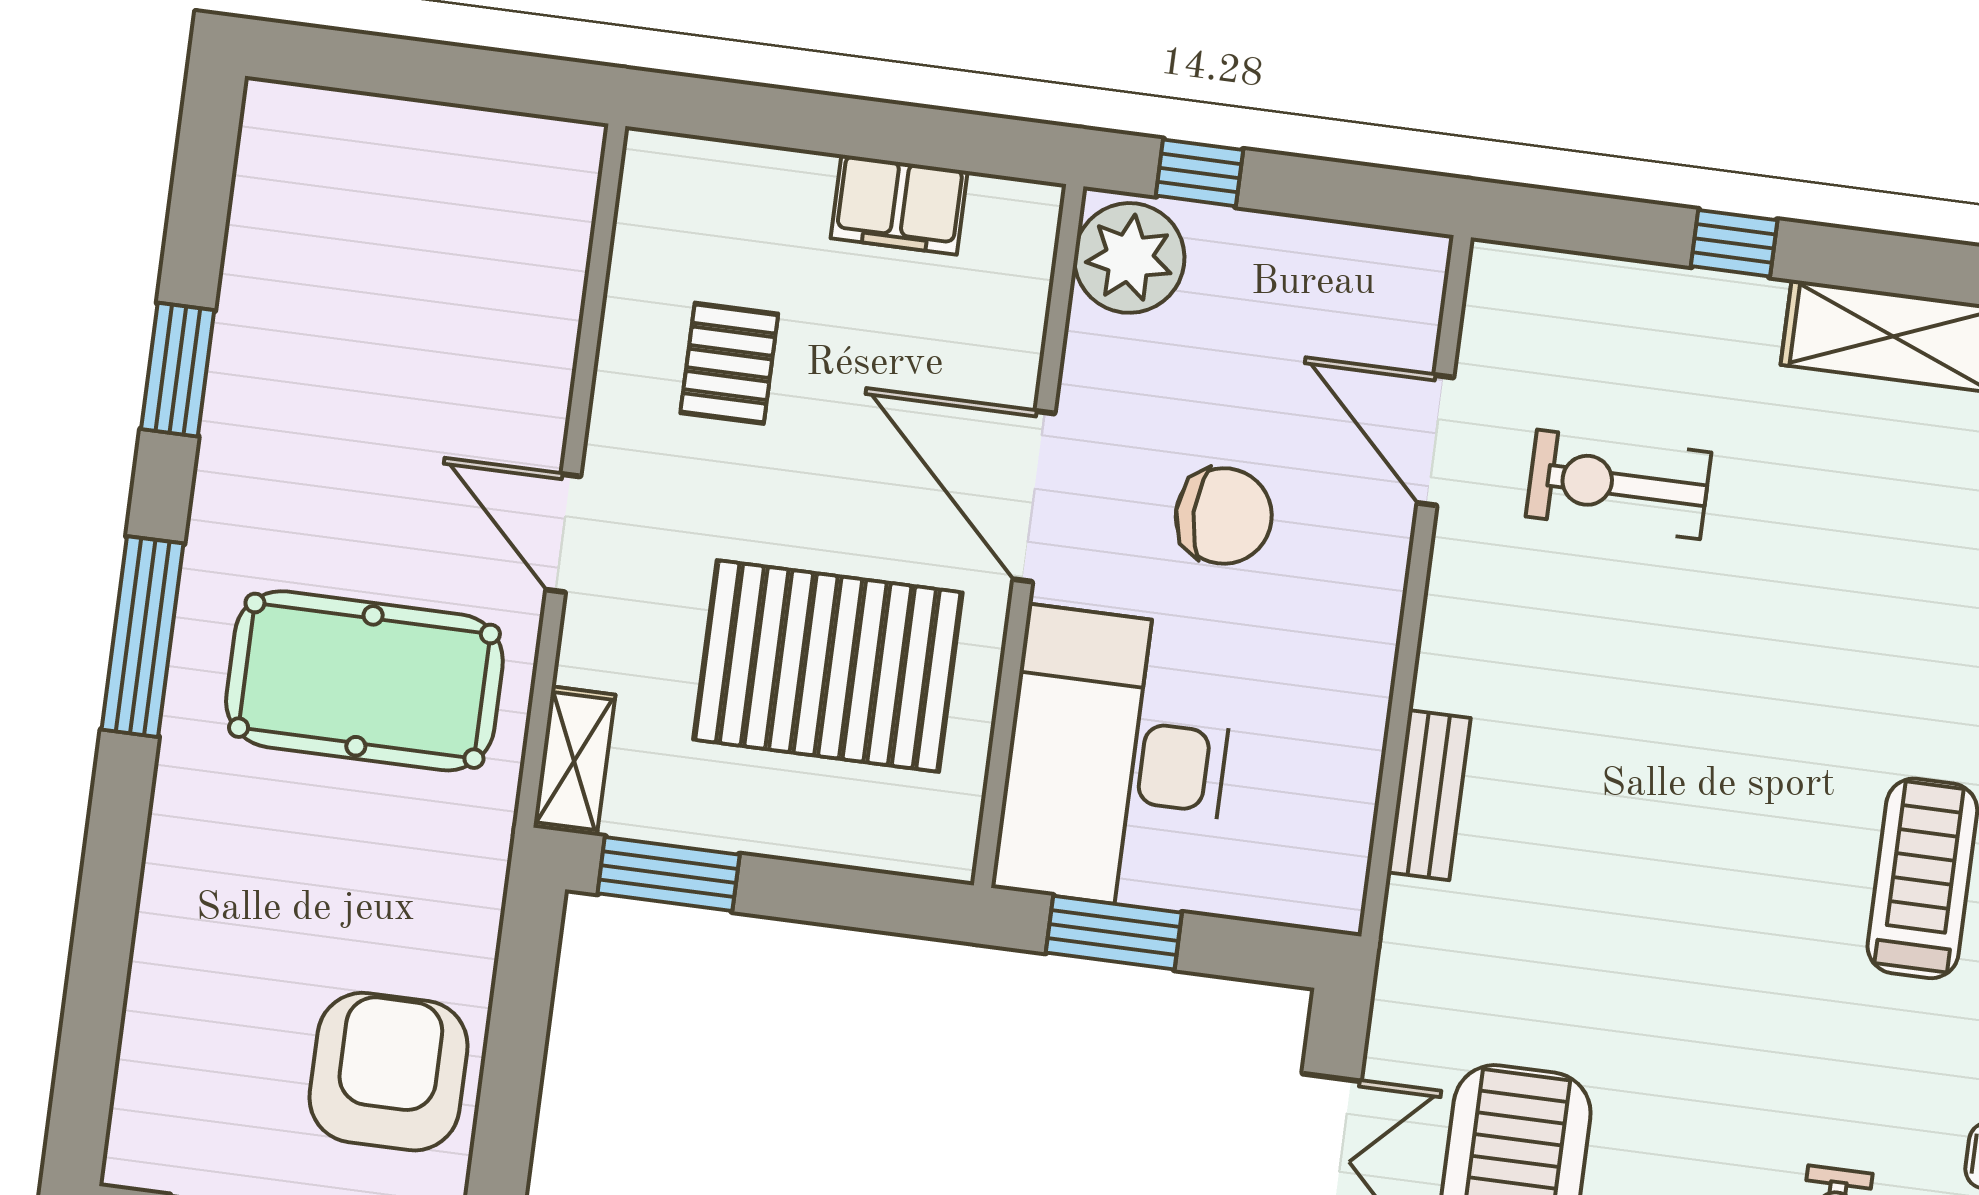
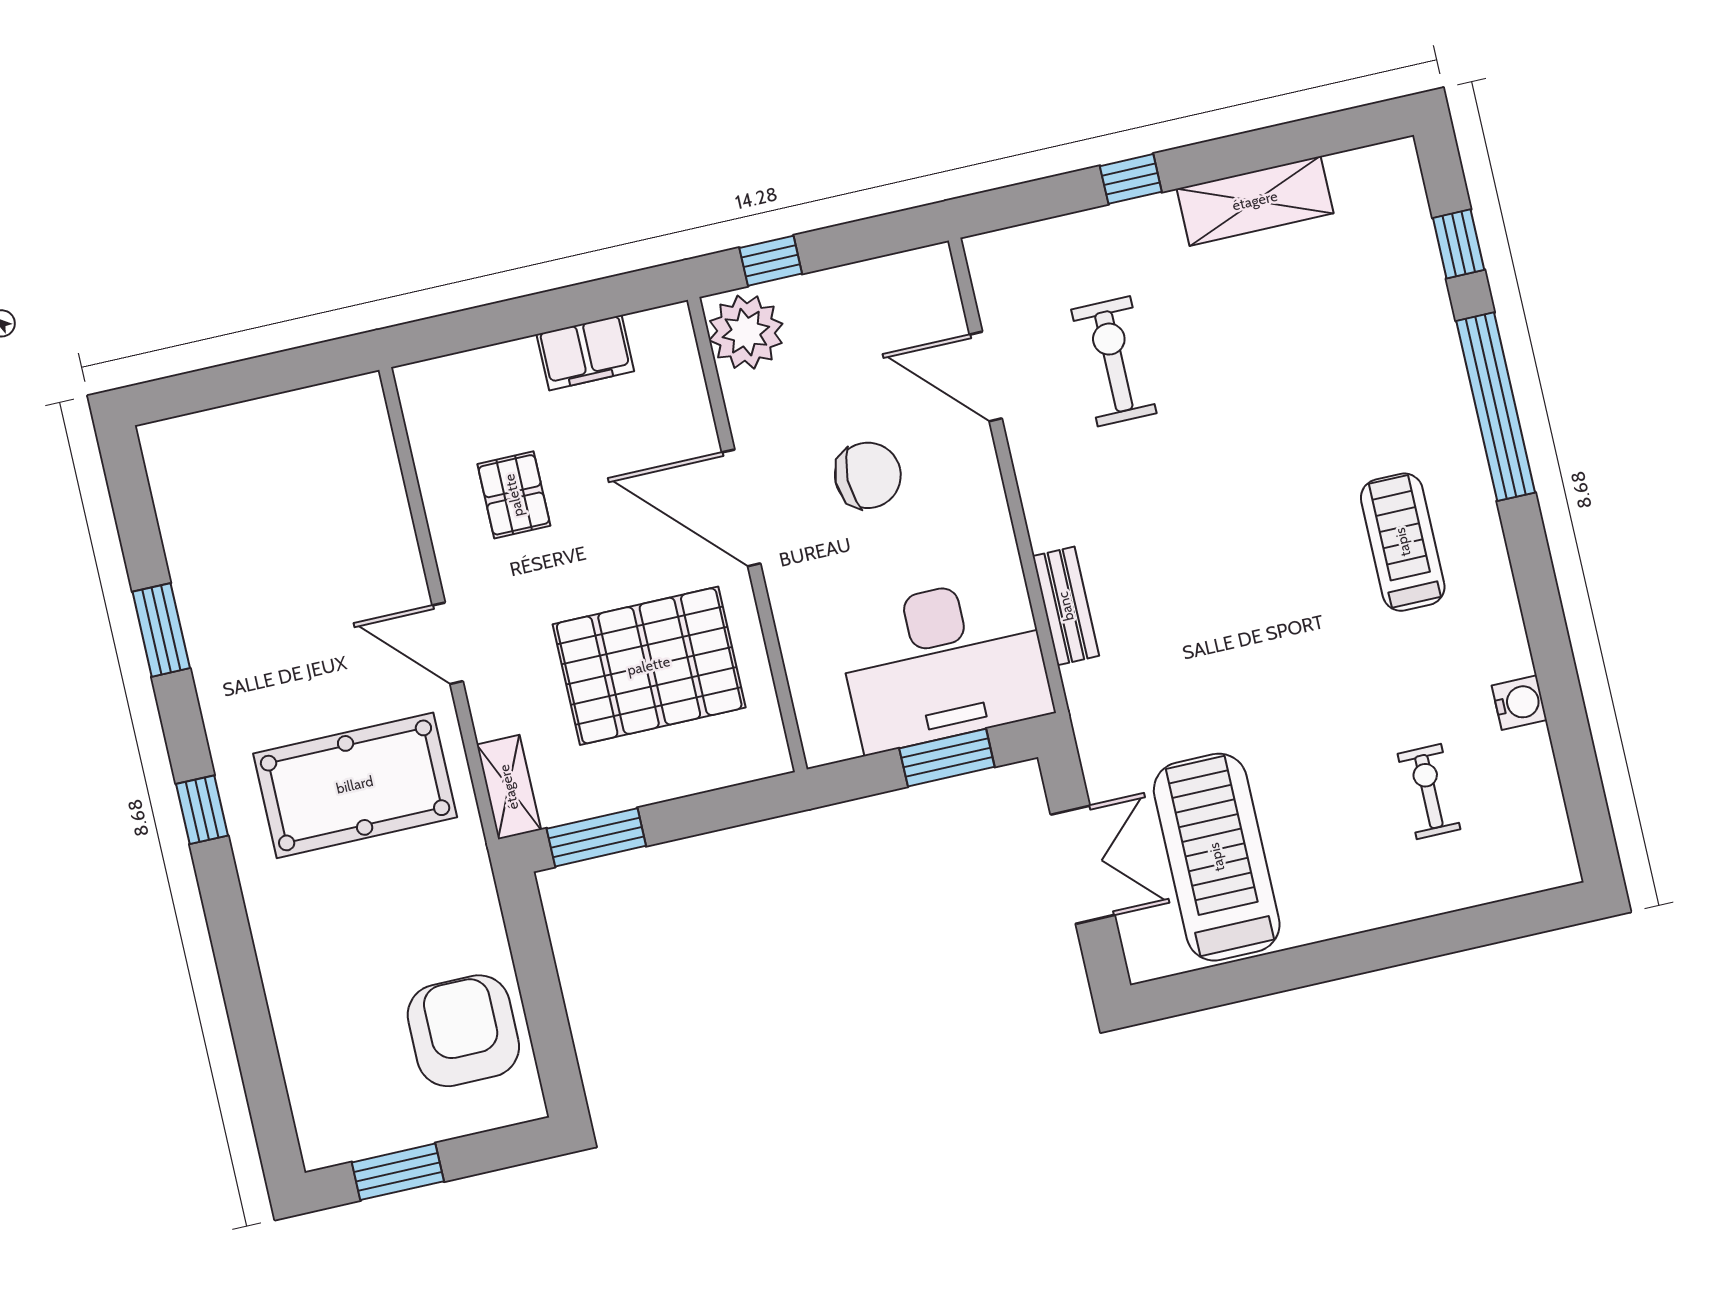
exercise bike: (1619, 484) -> (1114, 361), turned 90
window: (143, 637) -> (202, 810), width x0.46
desk: (1116, 760) -> (944, 663), moved, turned -90
window: (1114, 933) -> (947, 758), moved

